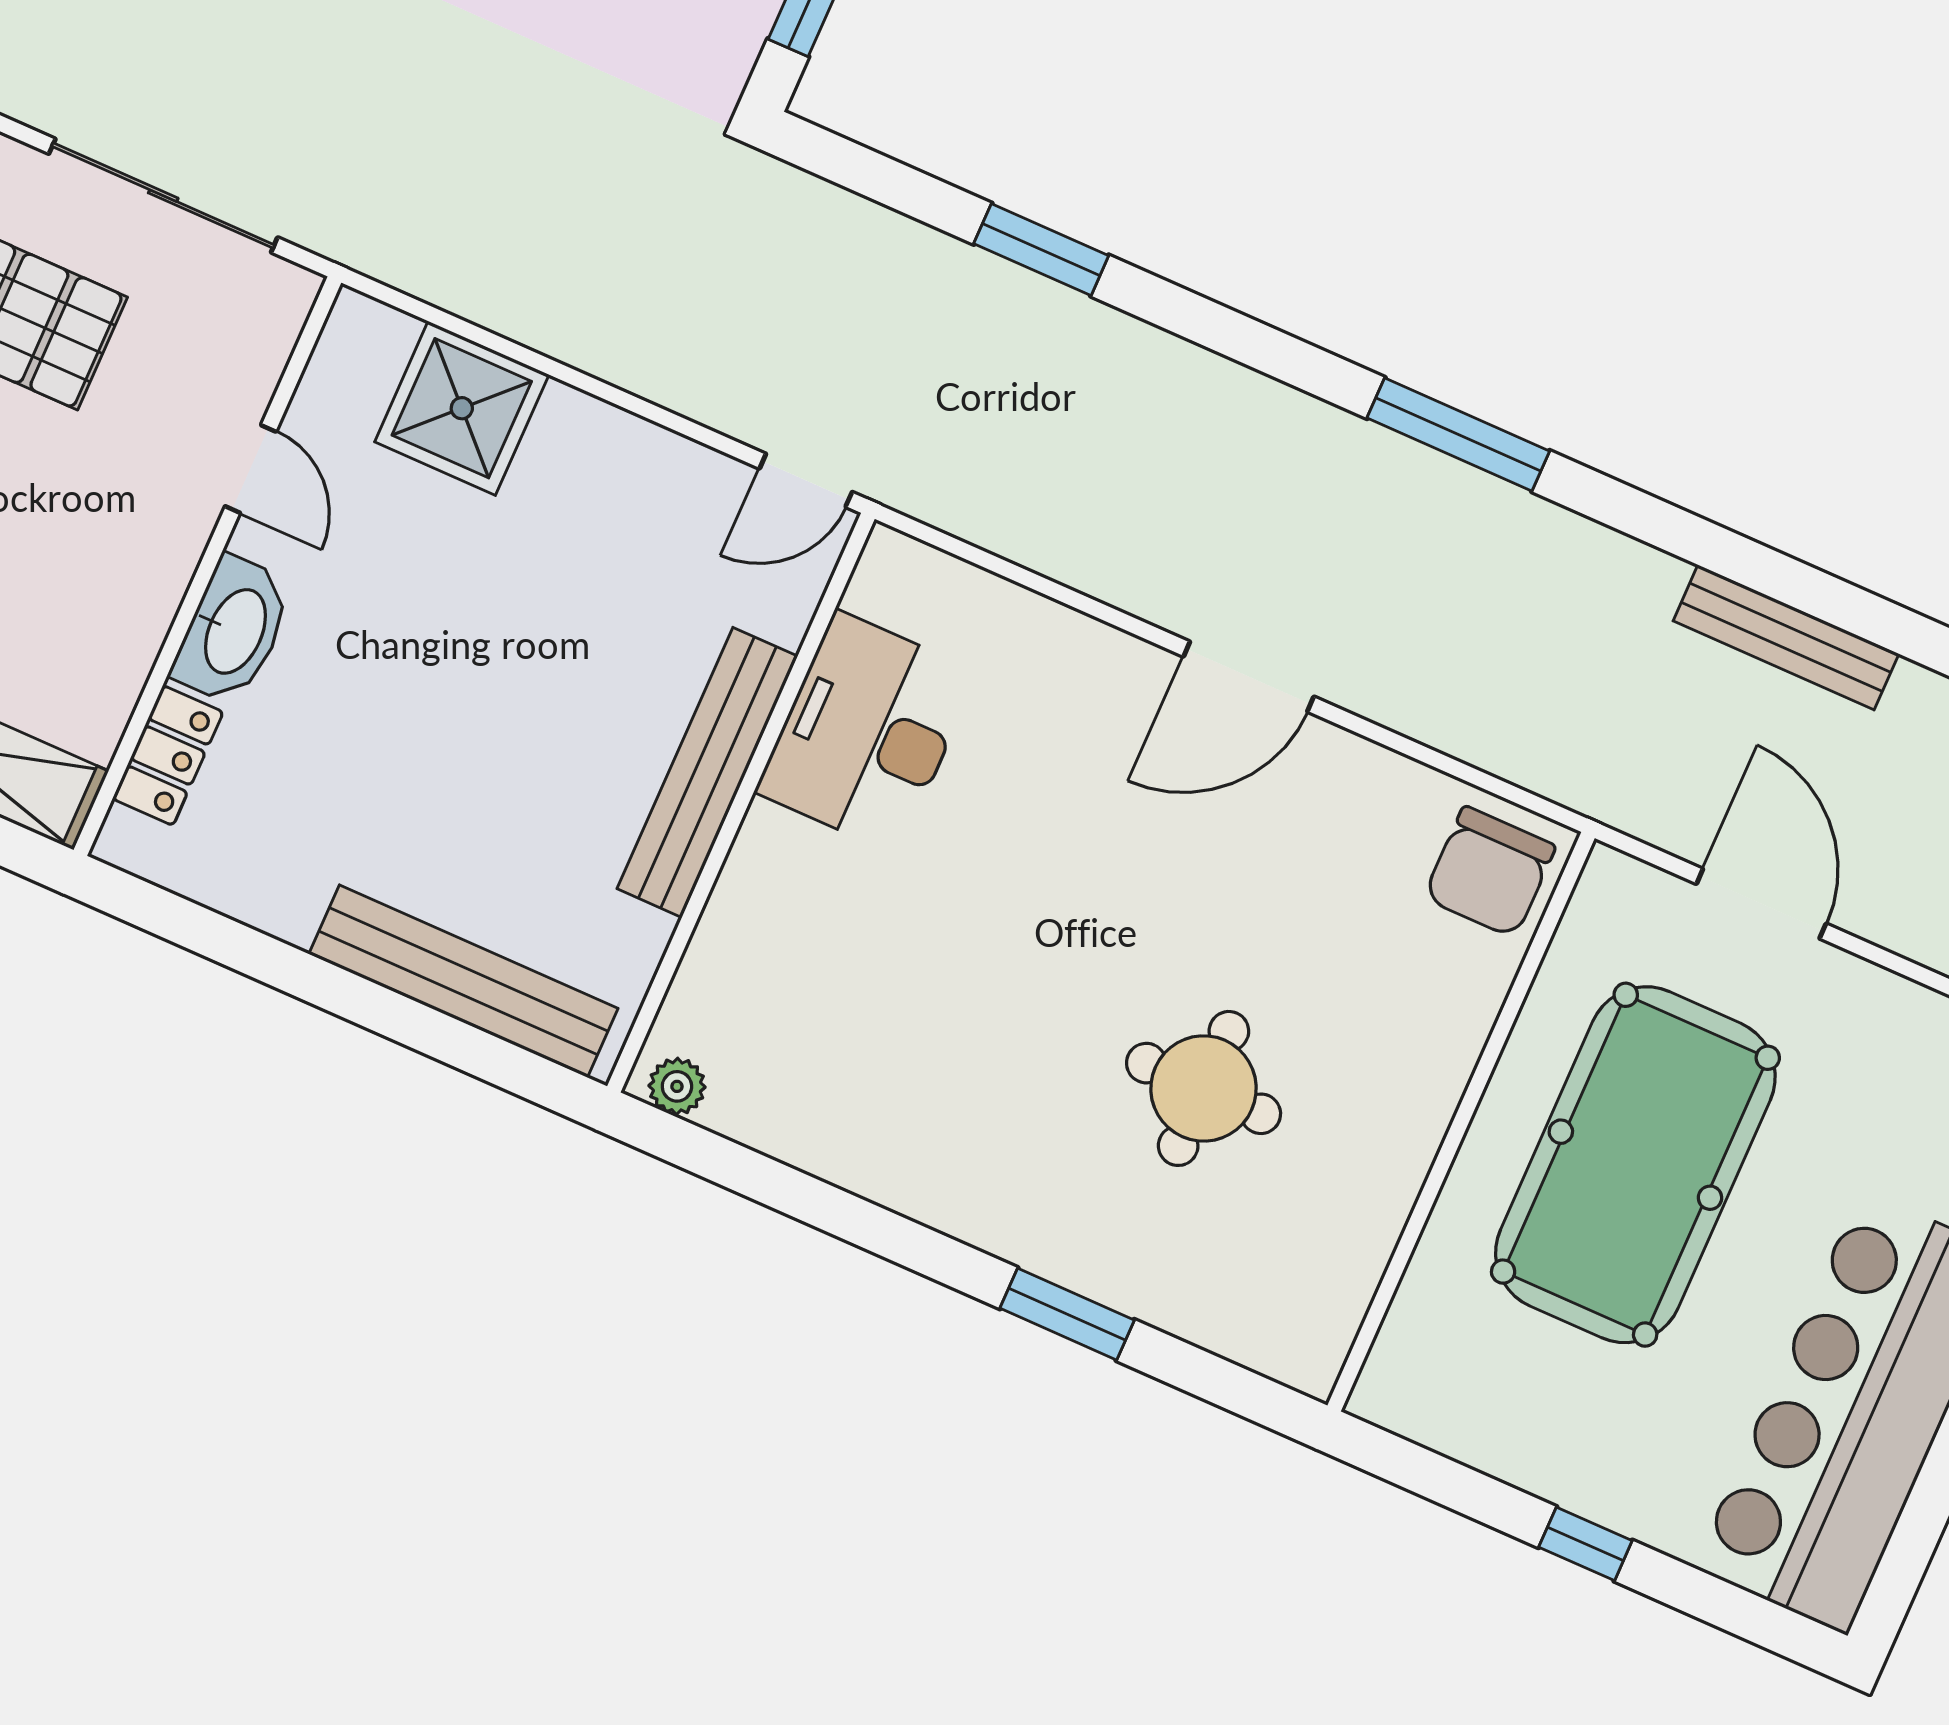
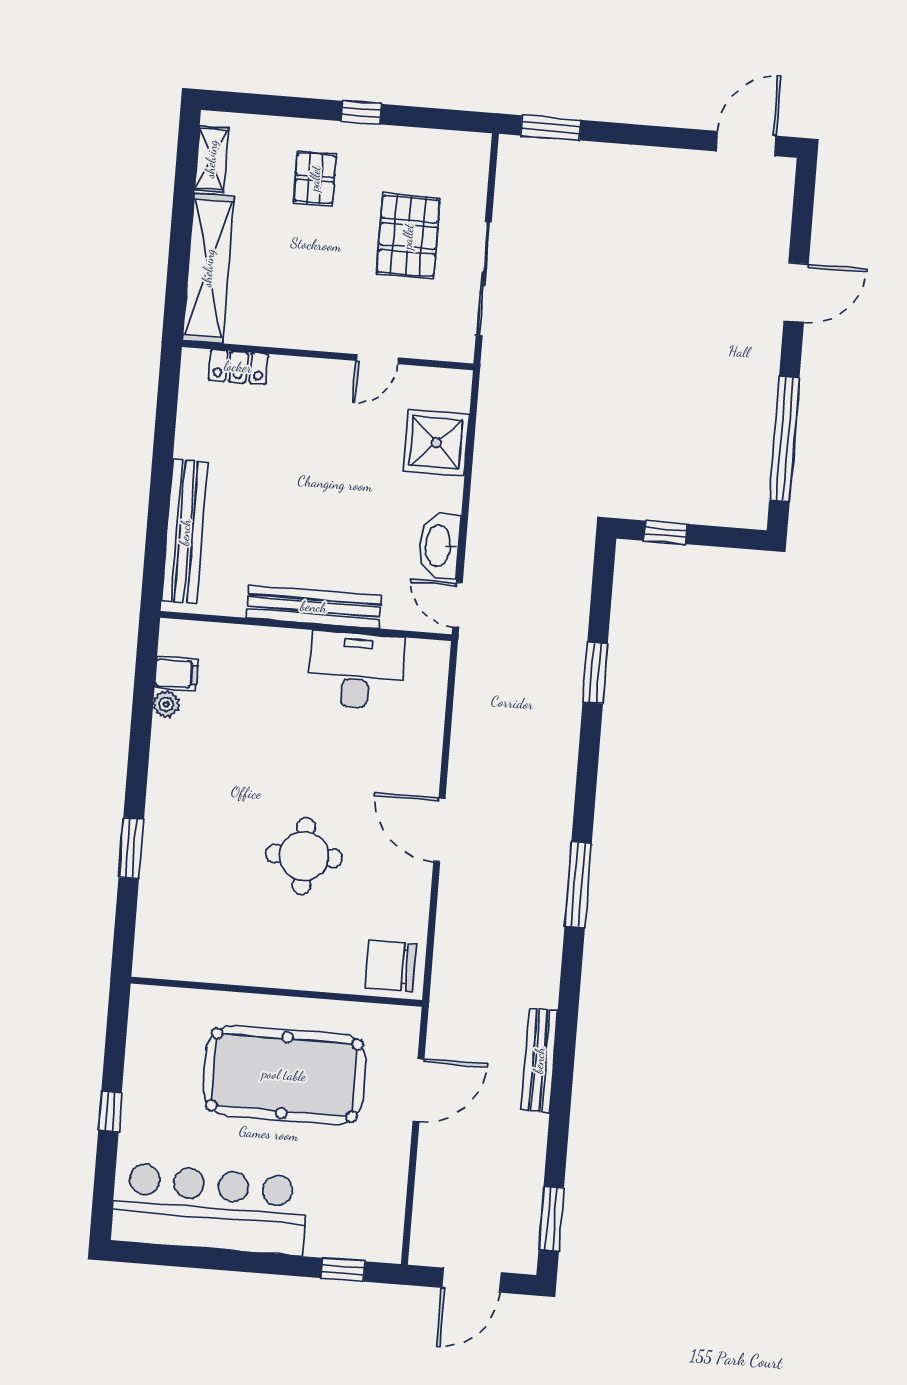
washbasin: (233, 630) -> (439, 546), moved, turned 90
plant: (677, 1086) -> (166, 704), moved
round table: (1204, 1088) -> (304, 856), moved
filing cabinet: (745, 1099) -> (176, 674), added

